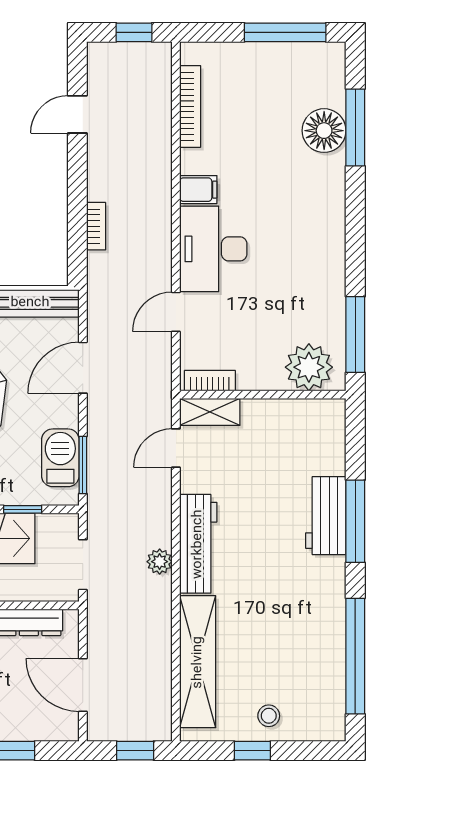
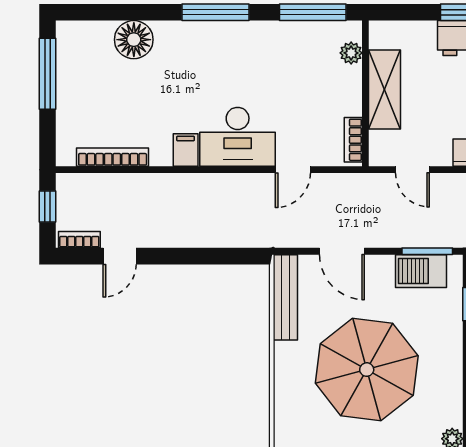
door: (77, 114) -> (120, 256), hinge flipped
window: (355, 127) -> (216, 12), moved
bookcase: (96, 226) -> (79, 240), moved
door: (176, 312) -> (293, 170), hinge flipped
plant: (309, 367) -> (351, 53), width x0.53, depth x0.53
shelving: (210, 412) -> (385, 90), moved, width x1.50, depth x1.33

